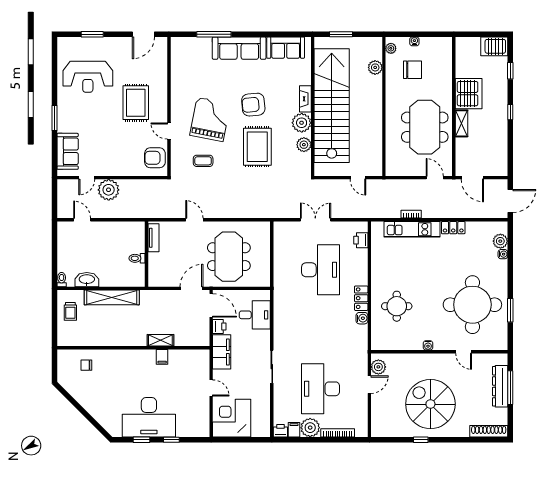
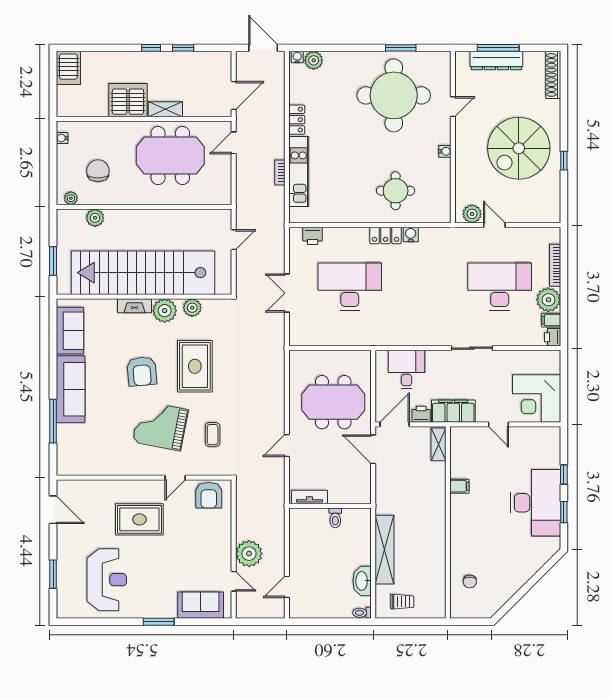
water cooler: (414, 41) -> (62, 138), moved
window: (510, 71) -> (183, 48), moved
rug: (257, 147) -> (195, 366), turned 90
water cooler: (503, 254) -> (297, 57), moved
shelving: (160, 340) -> (439, 444), moved
door: (211, 388) -> (498, 424), swing flipped
desk: (321, 389) -> (500, 287), turned 180

